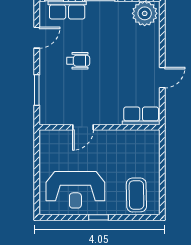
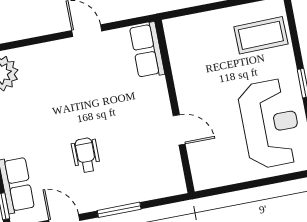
window: (37, 90) -> (119, 210), moved

